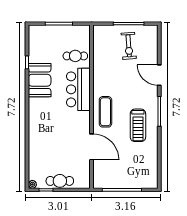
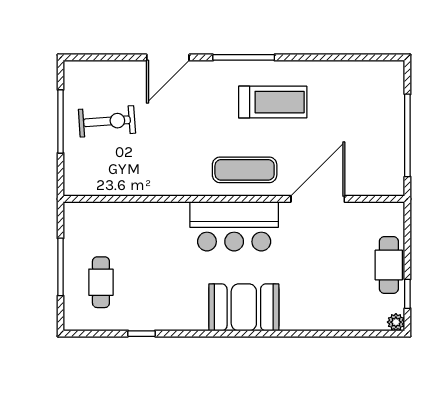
cafe table: (75, 56) -> (101, 282), moved
booth: (40, 80) -> (244, 307), moved
bar counter: (78, 89) -> (234, 226), moved

